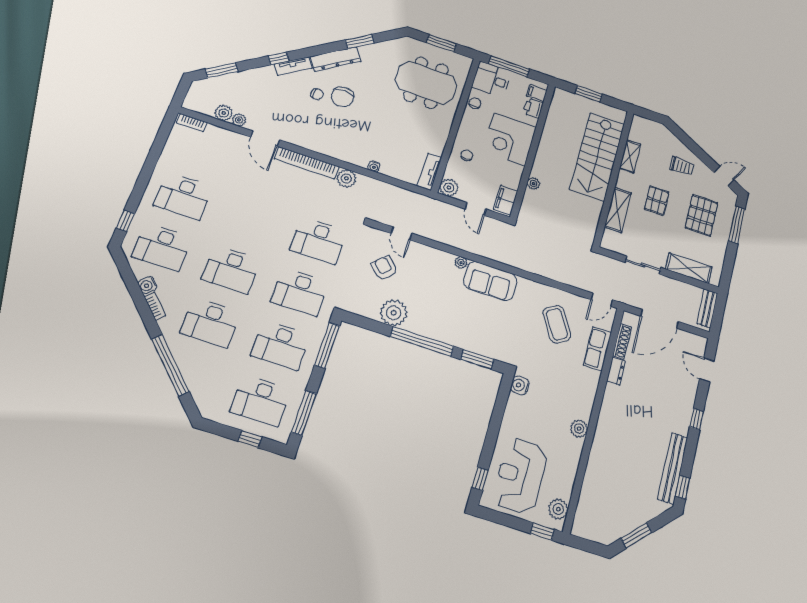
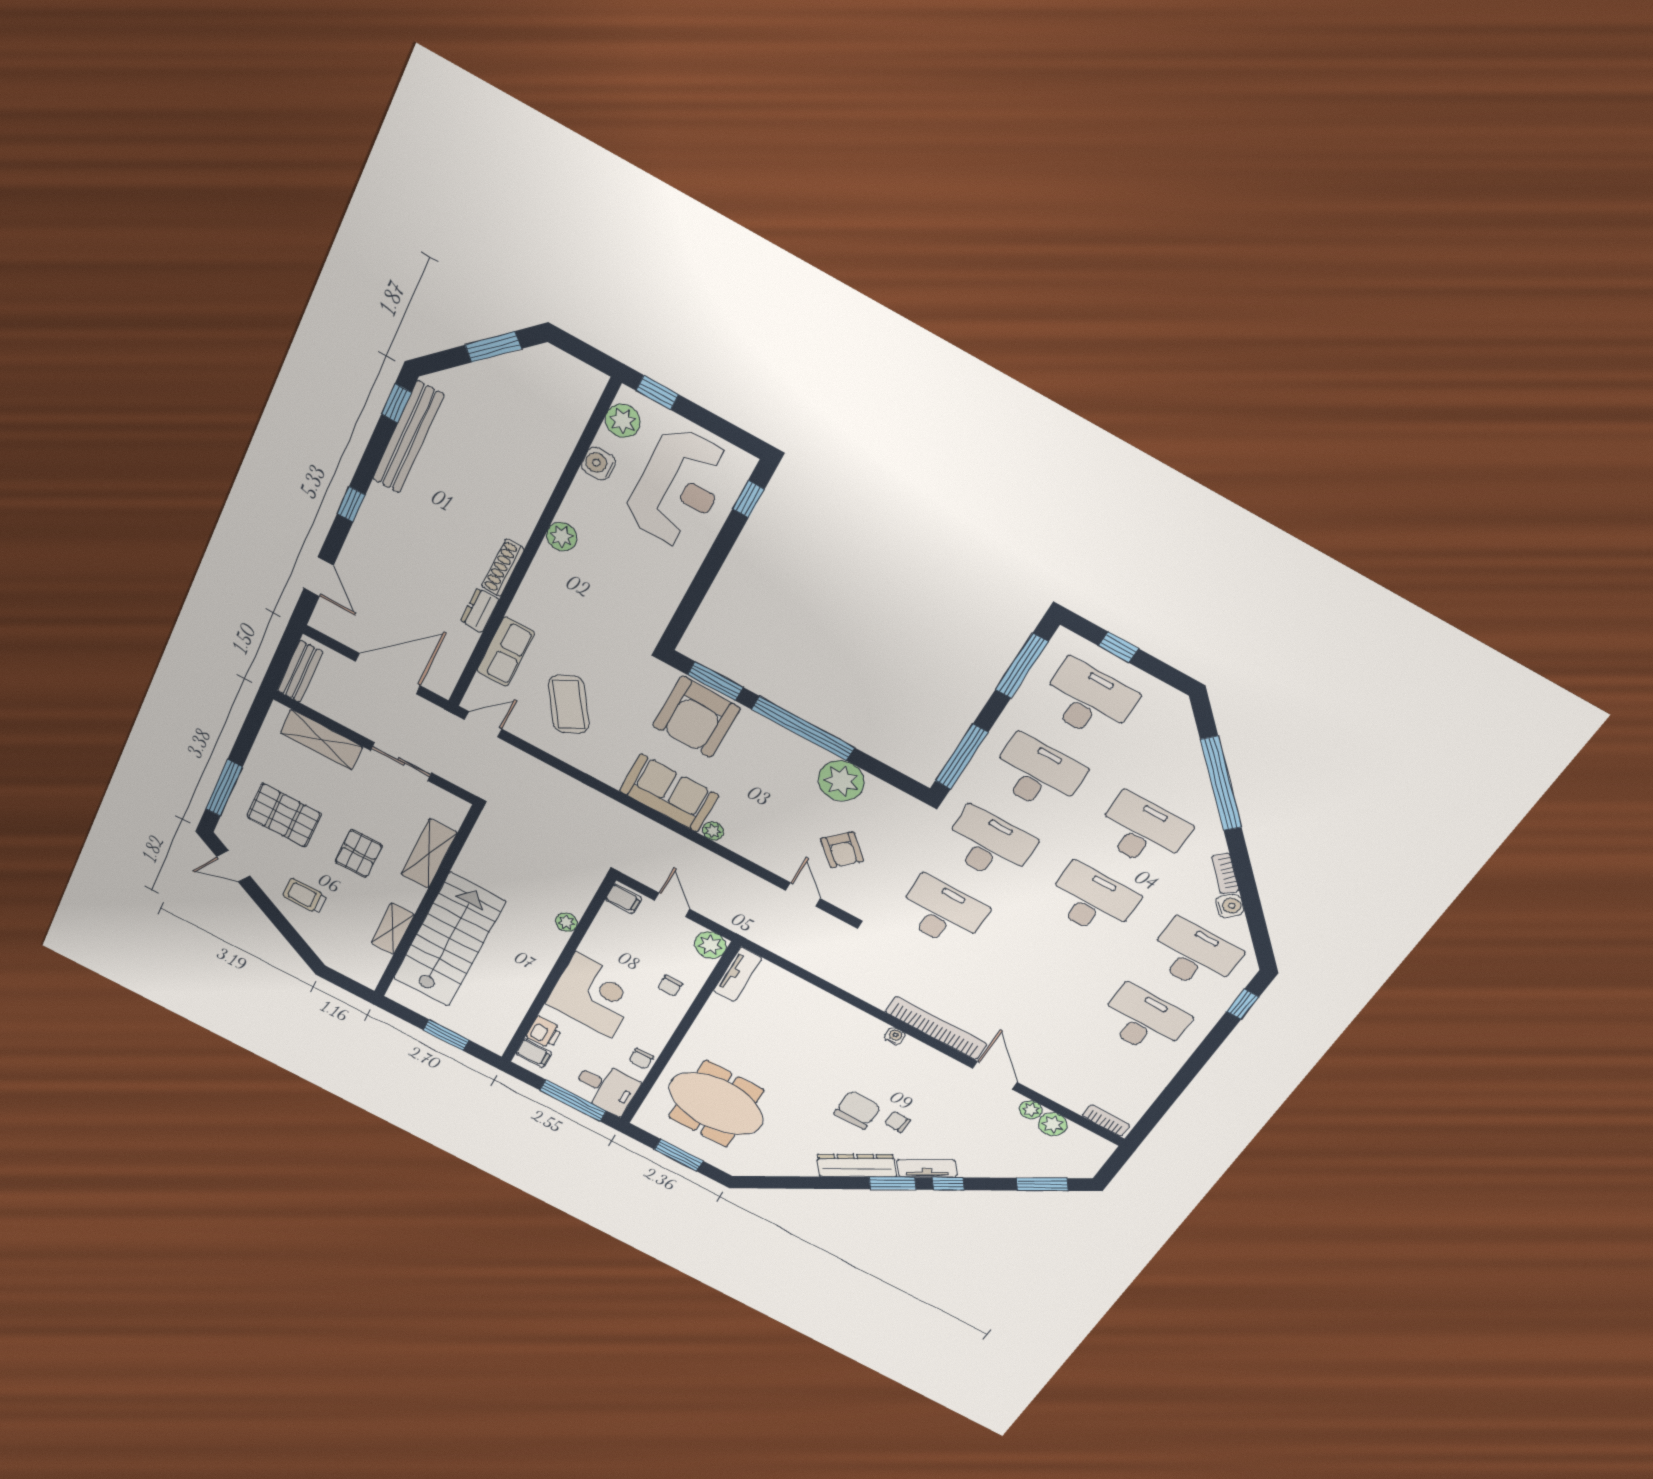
window: (360, 42) -> (893, 1183), moved
water cooler: (374, 166) -> (895, 1036), moved
plant: (346, 179) -> (876, 992), removed
filing cabinet: (506, 200) -> (623, 899), width x0.50
pallet: (701, 215) -> (284, 815), turned 90
armchair: (484, 334) -> (696, 717), added
shoe rack: (622, 341) -> (503, 568), moved
water cooler: (520, 385) -> (598, 464), moved, turned 180

